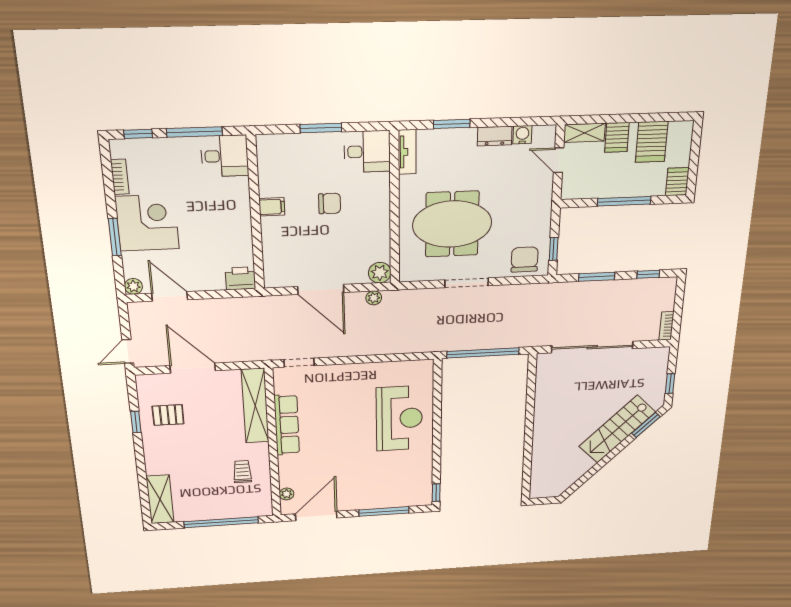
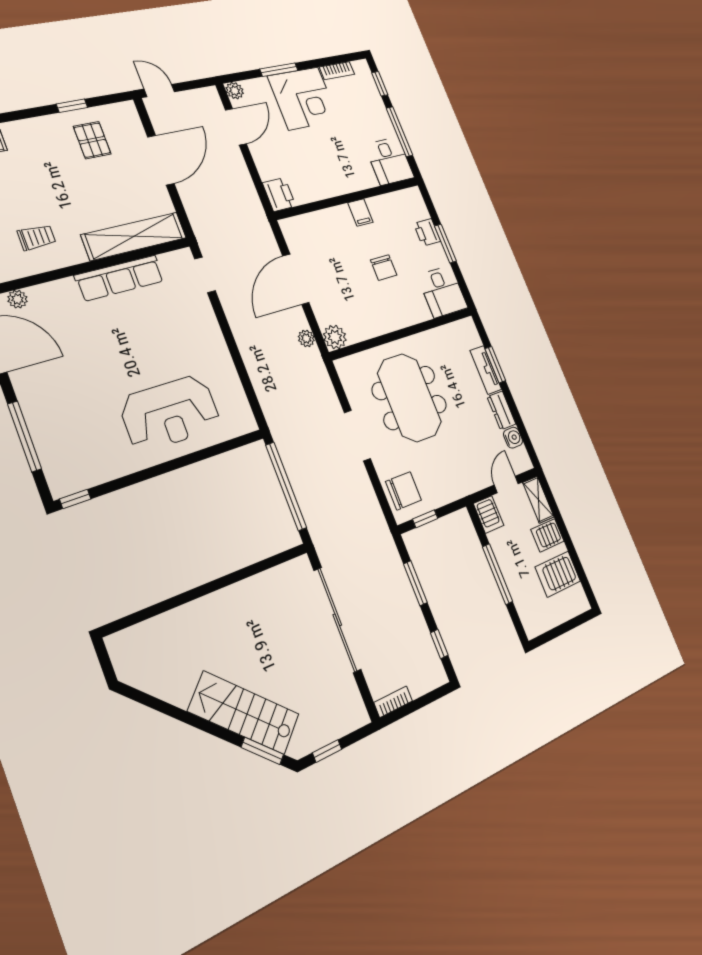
printer: (305, 144) -> (427, 232), added
tv unit: (407, 152) -> (486, 370), moved, turned 90
server rack: (677, 182) -> (489, 514), moved, turned 90

